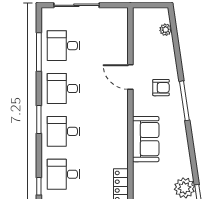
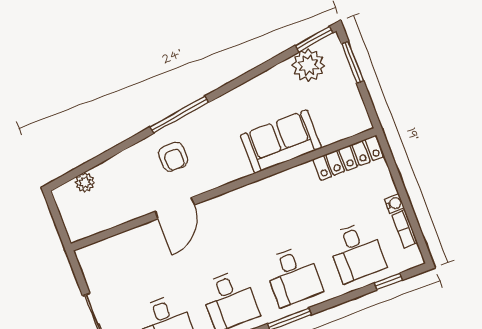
armchair: (161, 88) -> (173, 157), turned 180
sofa: (146, 139) -> (281, 142), moved

